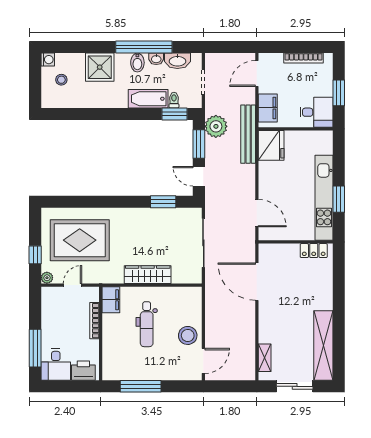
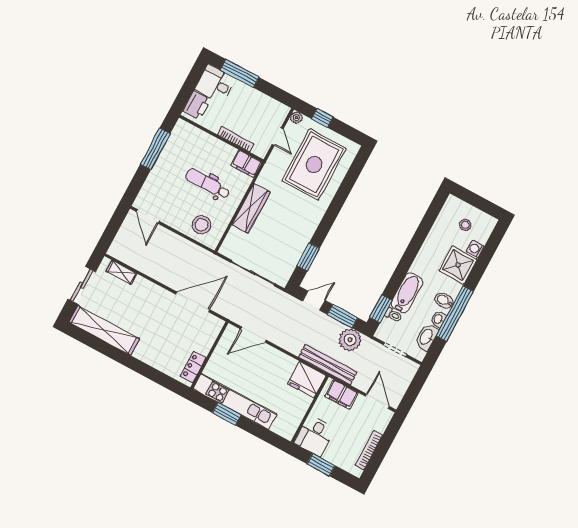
washing machine: (48, 60) -> (475, 249), moved, turned 90
stool: (188, 335) -> (201, 225), moved

